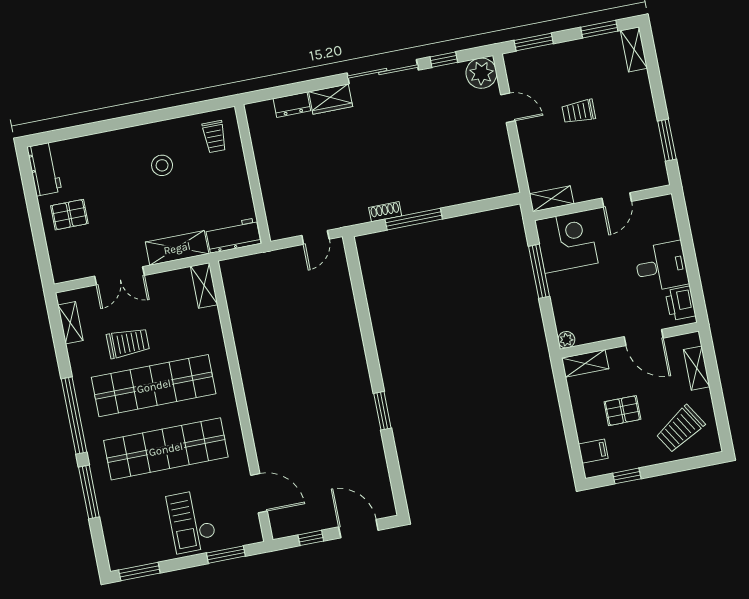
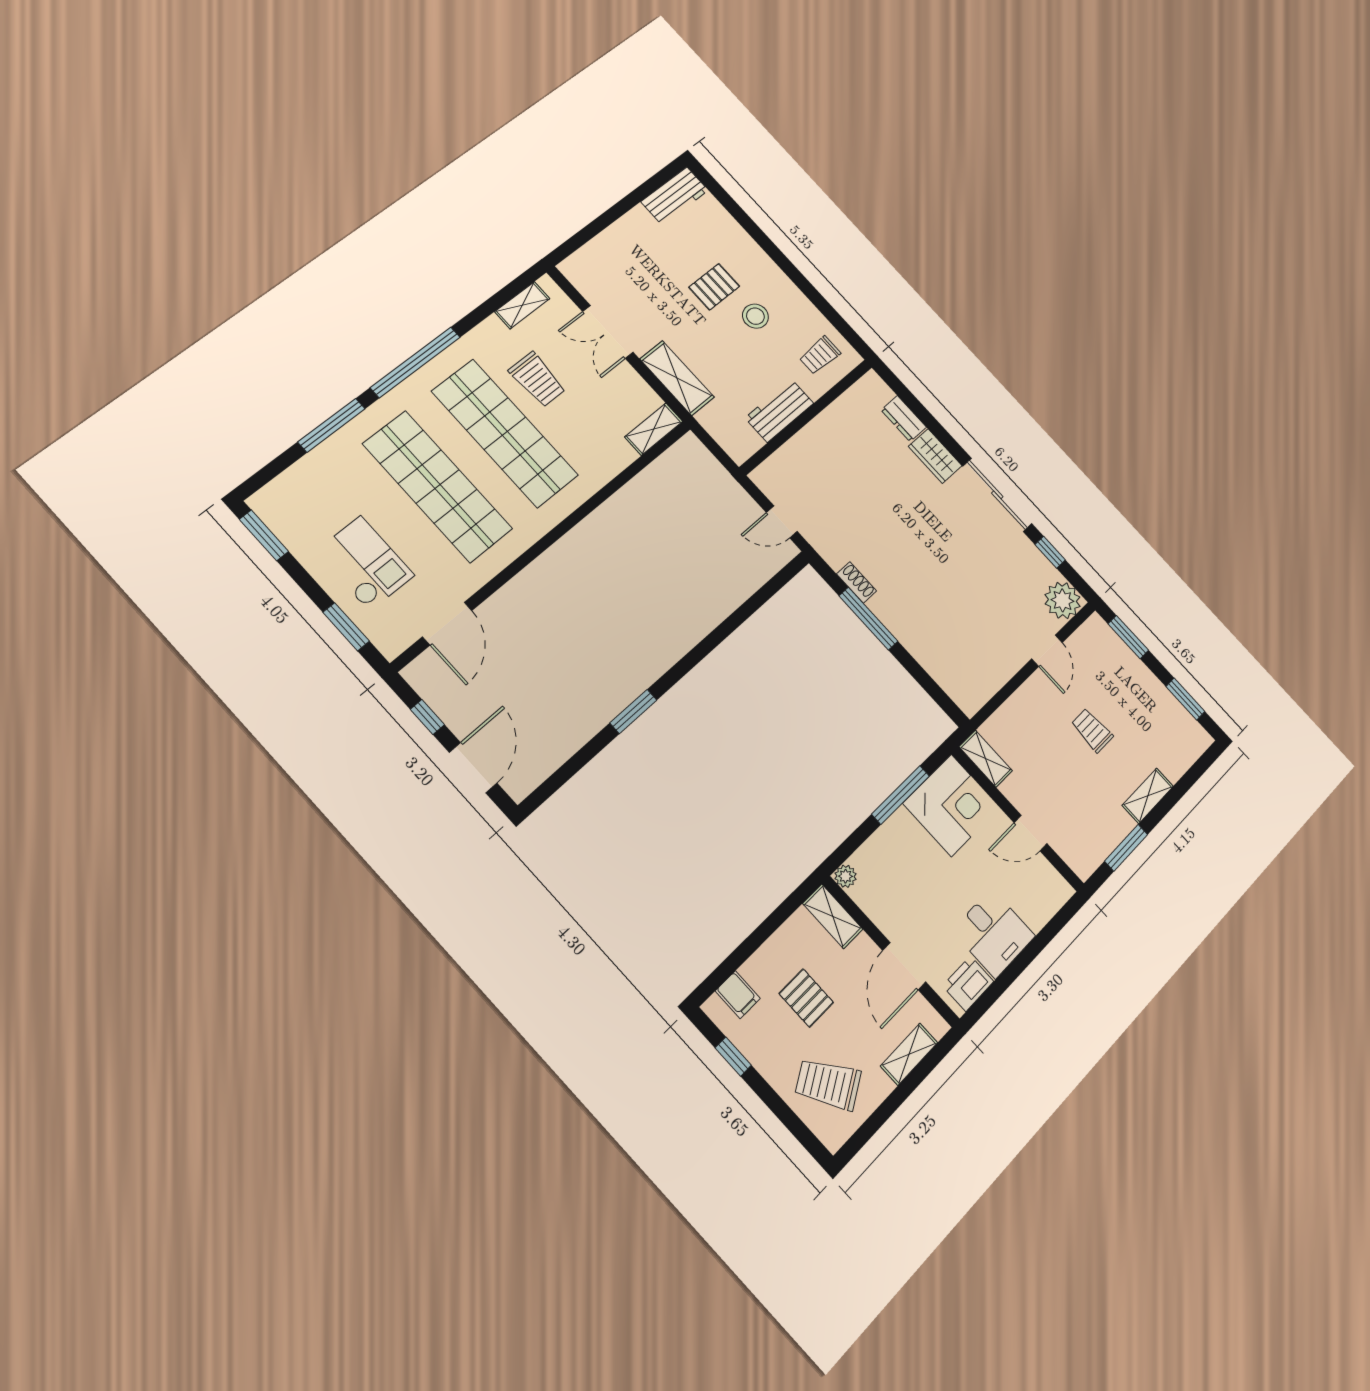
shelving: (634, 49) -> (1148, 796), moved
pallet: (69, 215) -> (714, 287), moved, turned 90
workbench: (233, 236) -> (779, 411), moved, turned -90
checkout: (192, 521) -> (365, 563), turned 90

